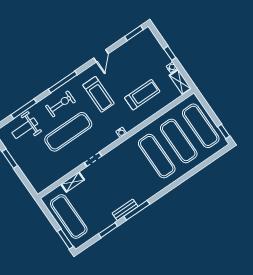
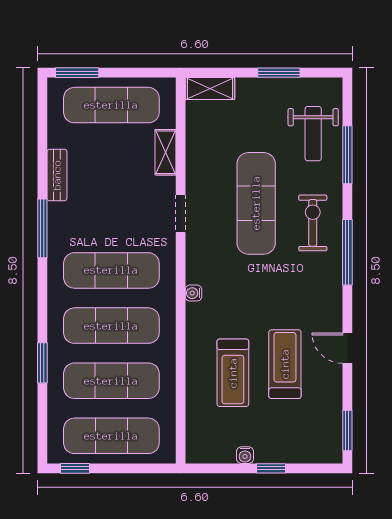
shelving: (180, 82) -> (210, 89), moved
treadmill: (98, 94) -> (285, 364), moved, turned 90
exercise bike: (60, 104) -> (313, 223), turned 180
weight bench: (25, 128) -> (313, 134), turned 180
exercise mat: (135, 171) -> (111, 270), added
bench: (125, 210) -> (57, 175), moved
window: (108, 230) -> (42, 363), moved

